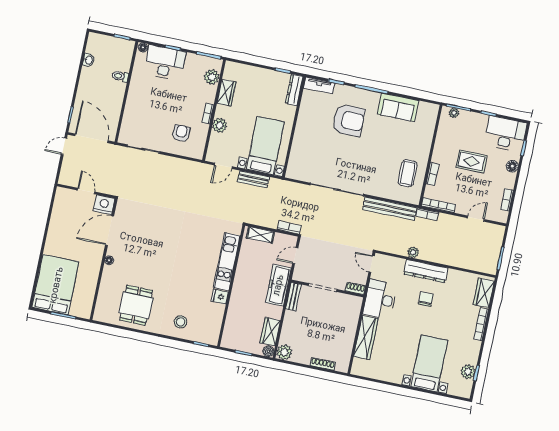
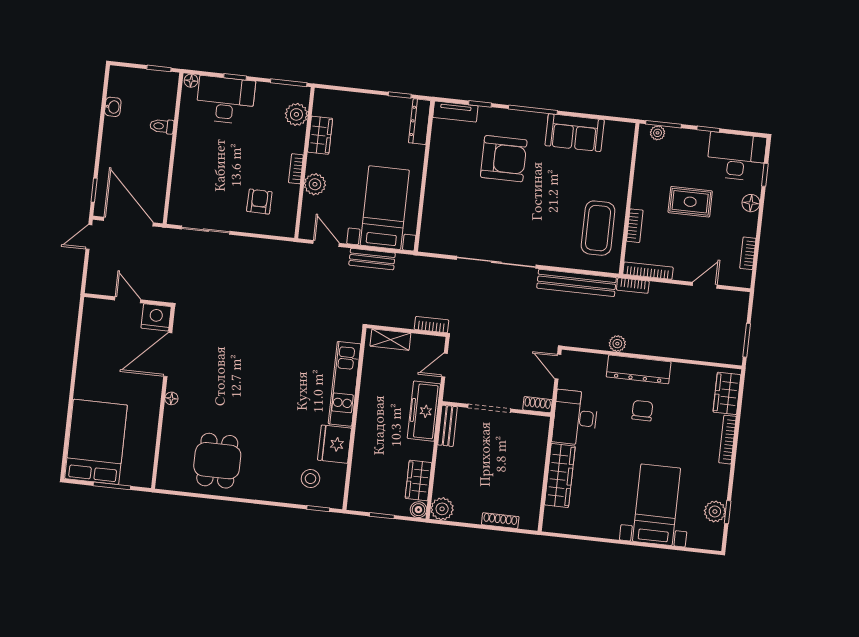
door: (223, 166) -> (326, 243), swing flipped
coffee table: (408, 173) -> (598, 228), width x1.36, depth x1.32
fridge: (220, 297) -> (334, 444), width x1.88, depth x1.34
stool: (181, 322) -> (310, 479), moved

